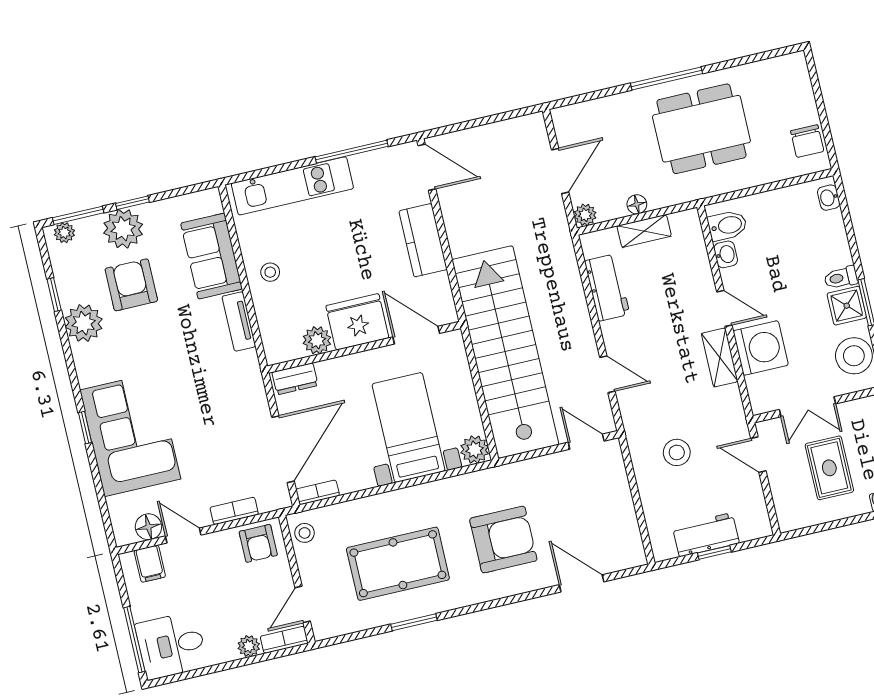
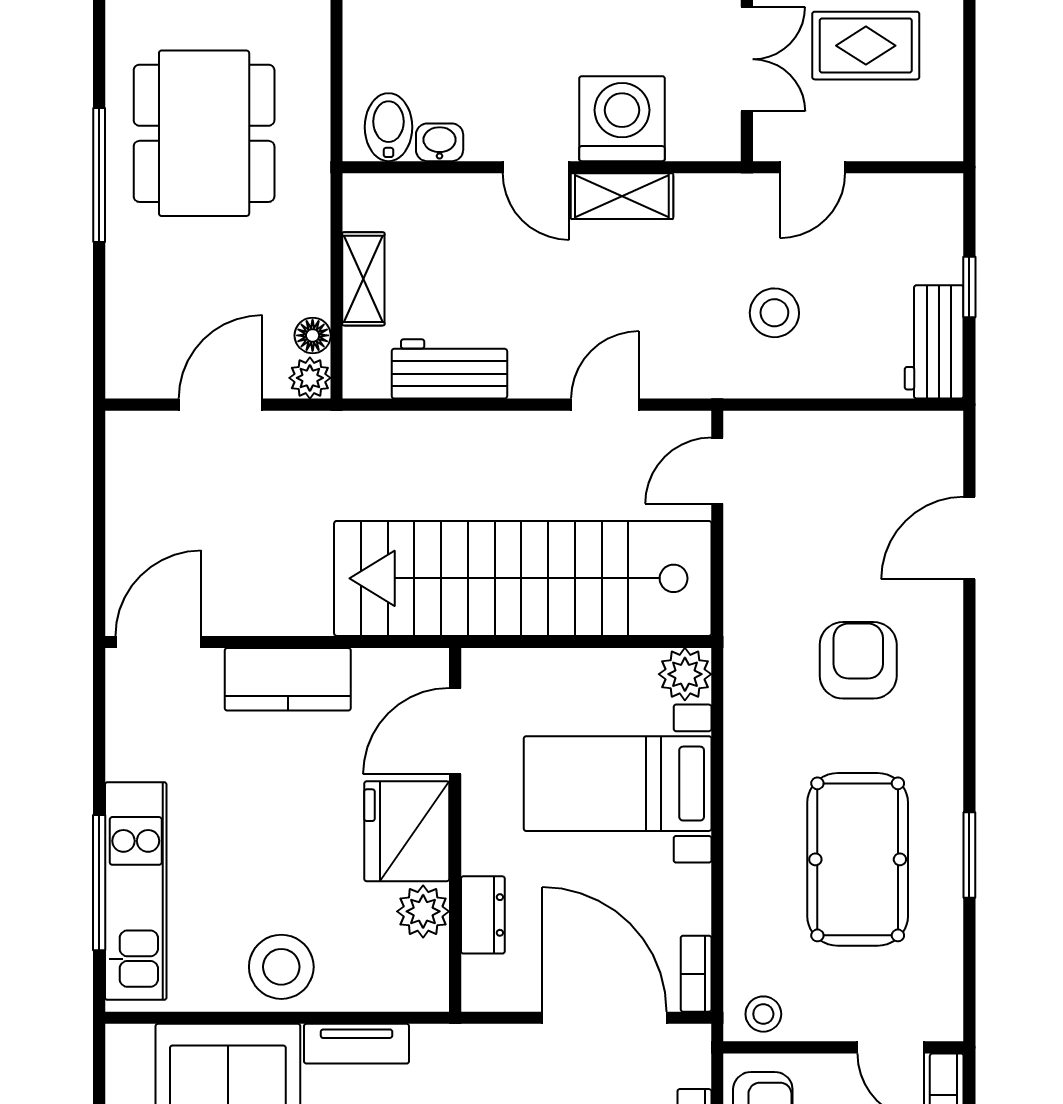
window: (352, 152) -> (99, 883), moved
door: (560, 171) -> (221, 405), hinge flipped
floor lamp: (637, 204) -> (313, 335), moved
stool: (270, 272) -> (281, 967), width x1.89, depth x1.89
door: (724, 308) -> (536, 167), swing flipped
dresser: (295, 379) -> (483, 915), moved
workbench: (706, 535) -> (934, 342), moved
armchair: (503, 540) -> (858, 660), width x0.73, depth x0.73

